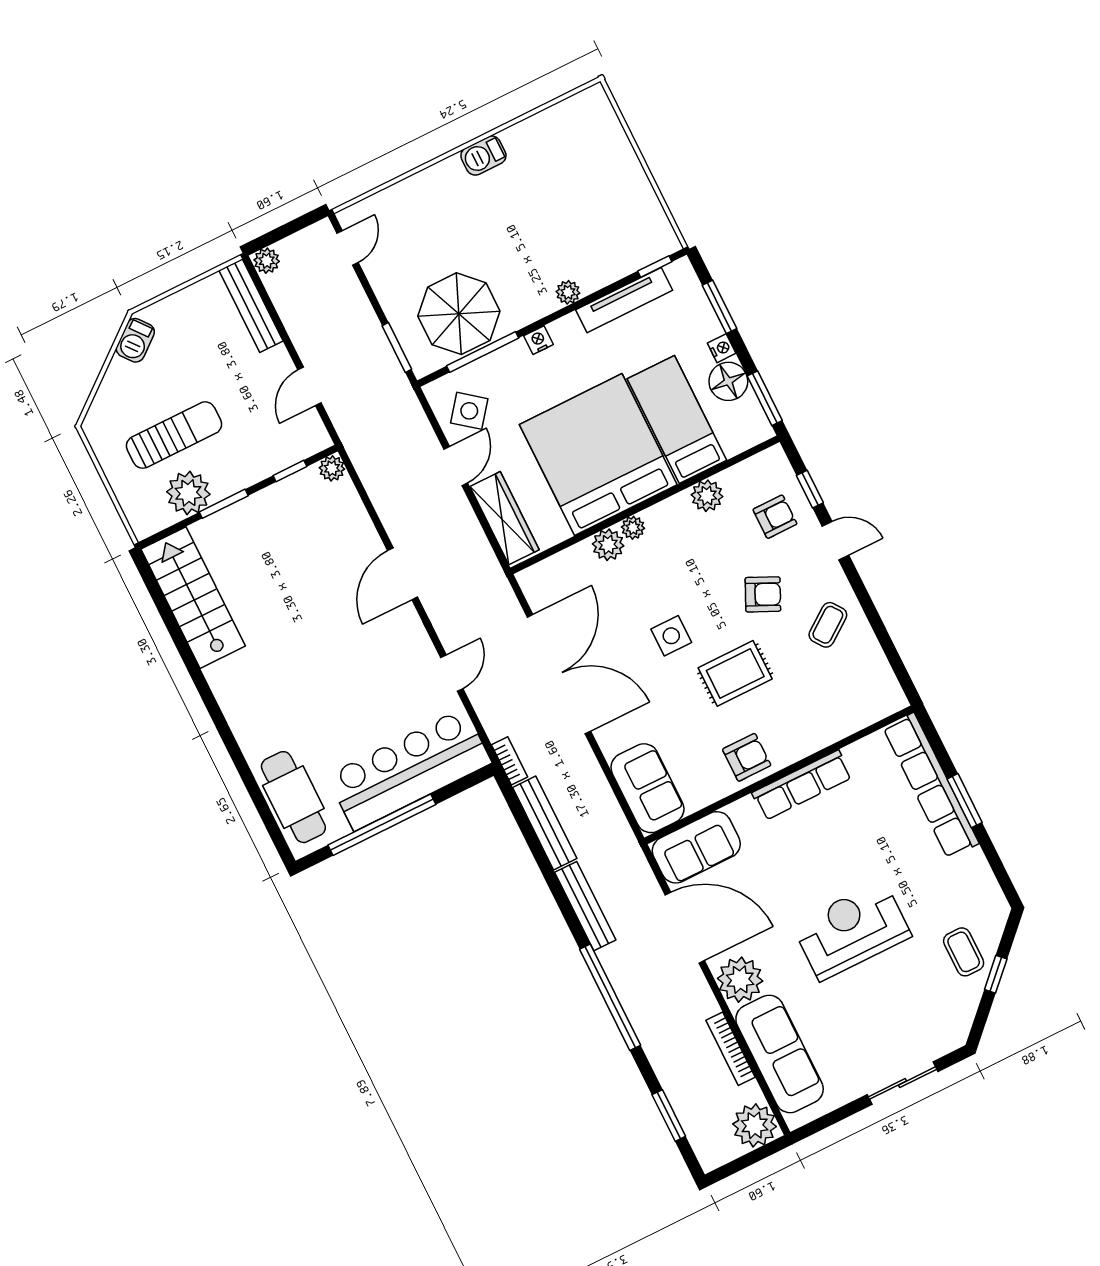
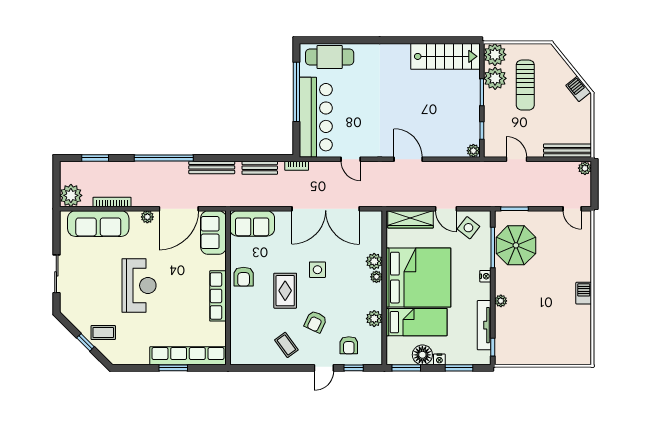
plant: (147, 514) -> (495, 55), added
bench: (545, 823) -> (260, 168), width x0.73
plant: (740, 980) -> (147, 217), width x0.53, depth x0.53

